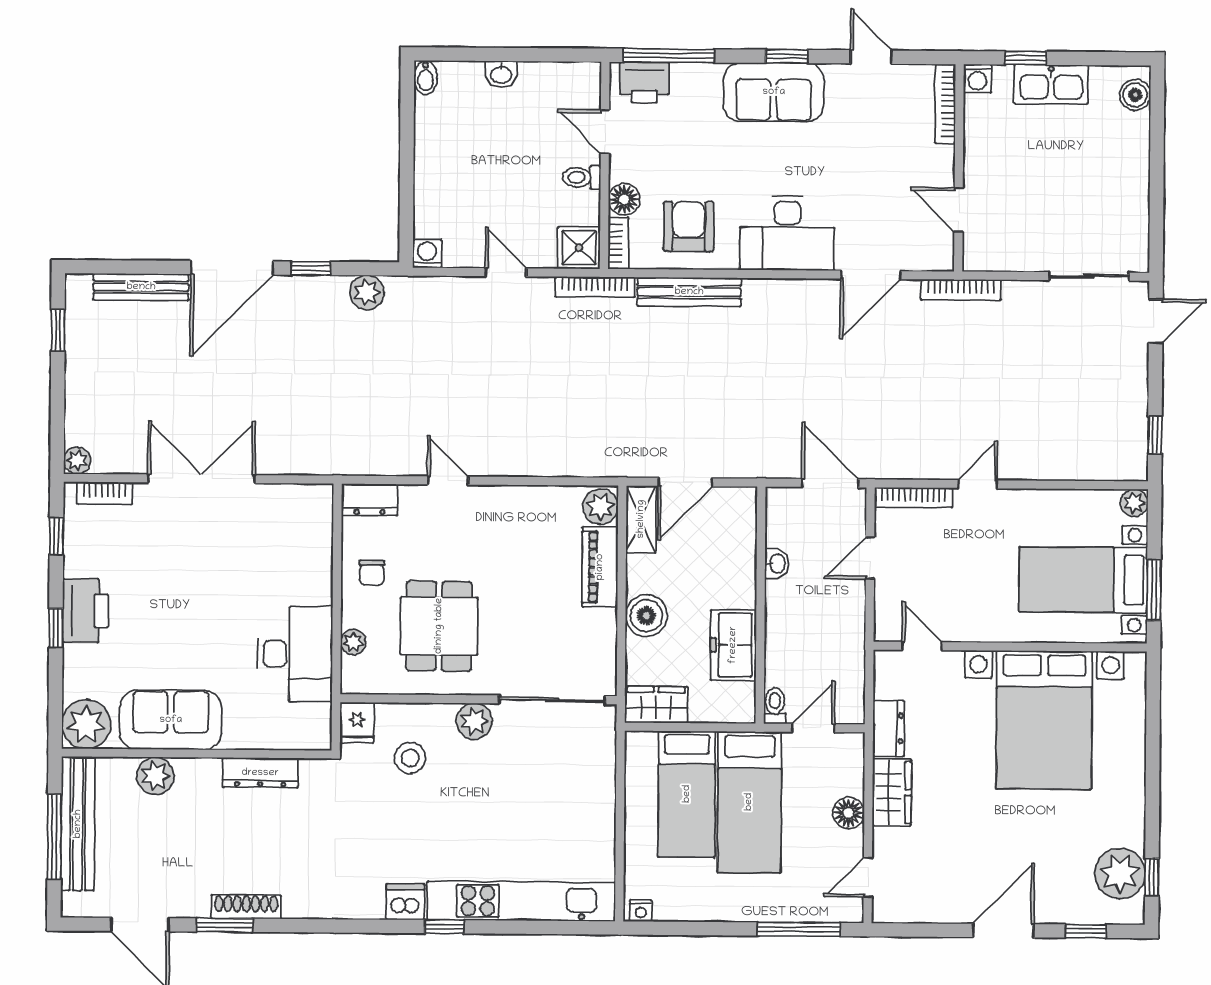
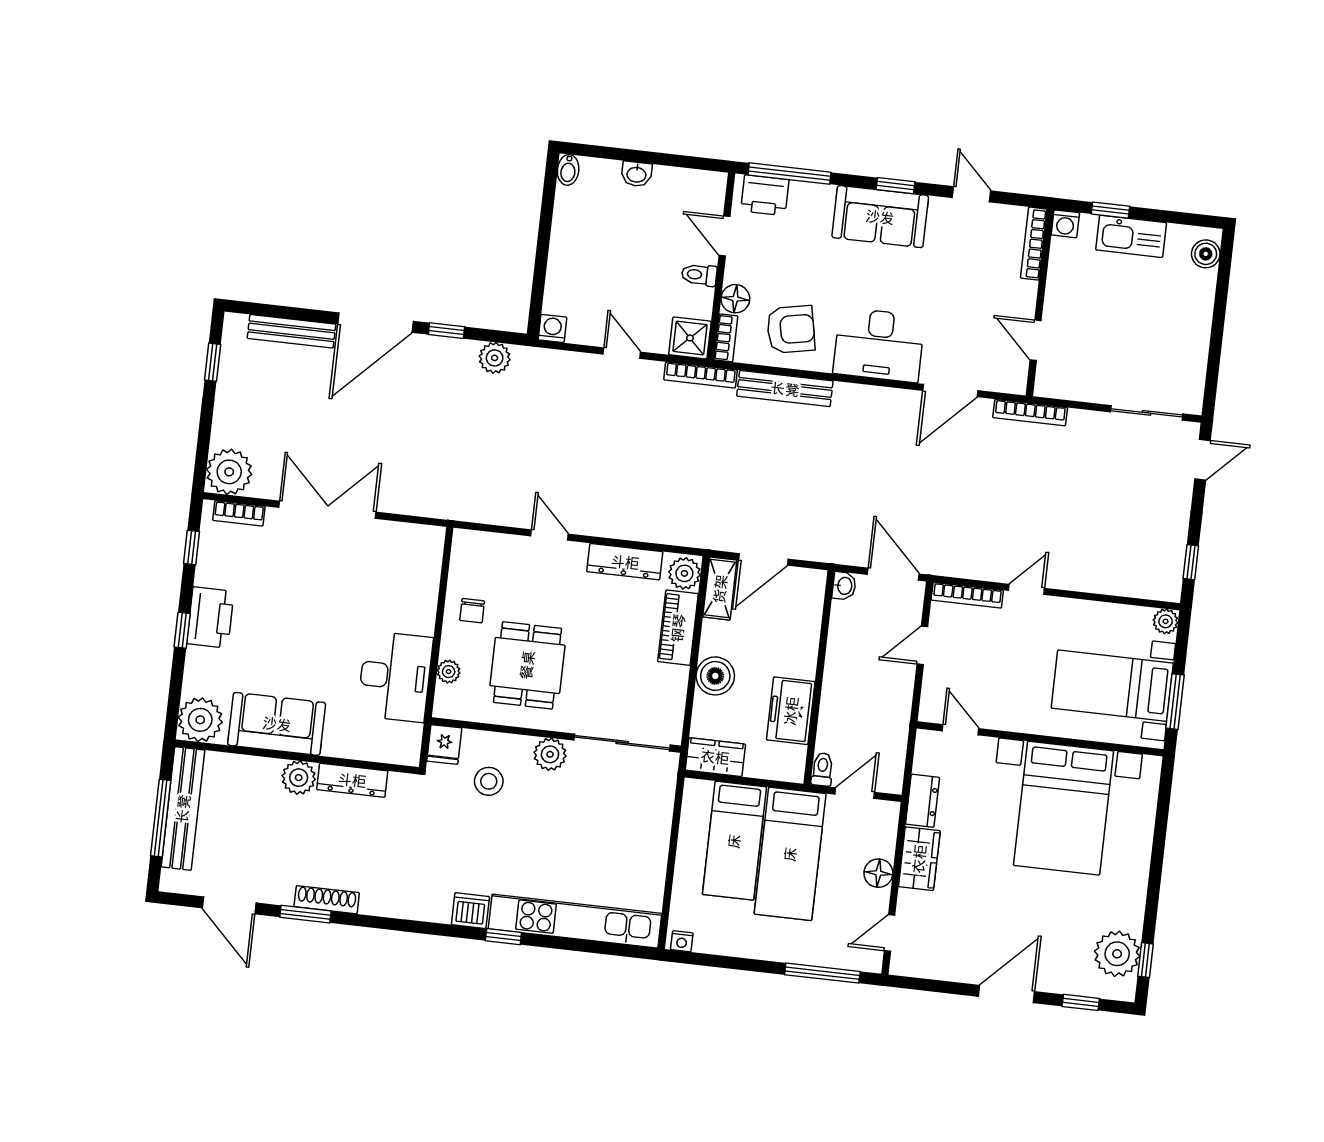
armchair: (689, 226) -> (791, 329), turned 79
plant: (77, 460) -> (229, 472), width x1.88, depth x1.88
dresser: (370, 500) -> (625, 562), moved, width x1.44
washbasin: (777, 564) -> (844, 586), moved
plant: (155, 776) -> (299, 778), moved

